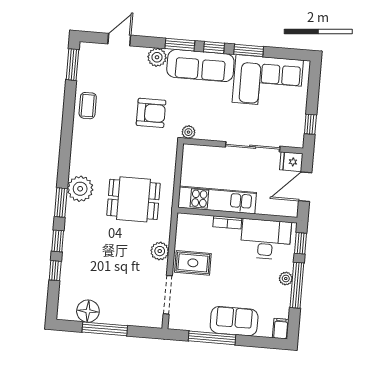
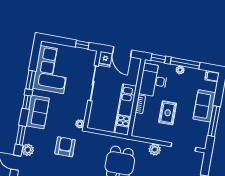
window: (180, 45) -> (21, 135), moved
plant: (157, 57) -> (28, 150), moved
sofa: (200, 66) -> (38, 112), width x0.73
rug: (193, 263) -> (168, 113), moved

